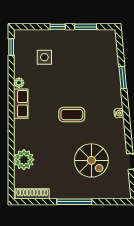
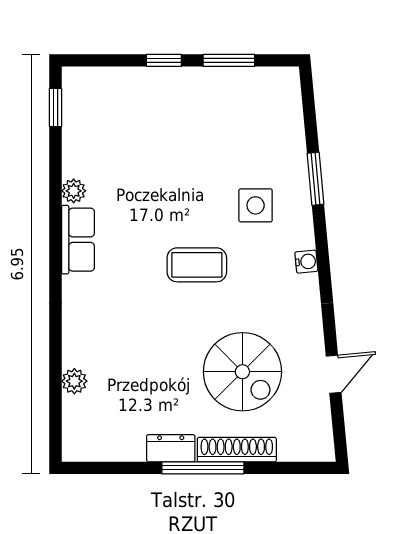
side table: (44, 57) -> (256, 205), moved
plant: (24, 160) -> (74, 381), width x0.53, depth x0.53
dresser: (61, 193) -> (171, 448), added
shoe rack: (32, 194) -> (237, 450), moved

